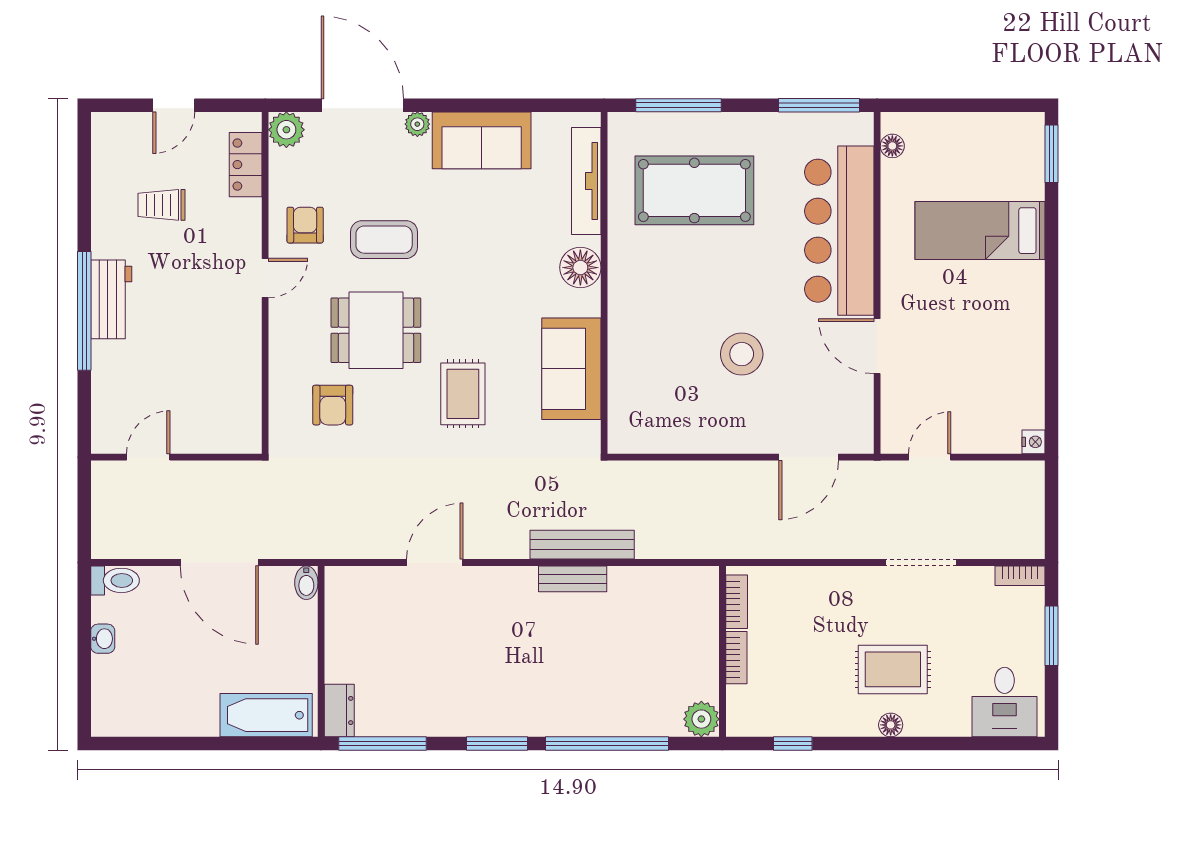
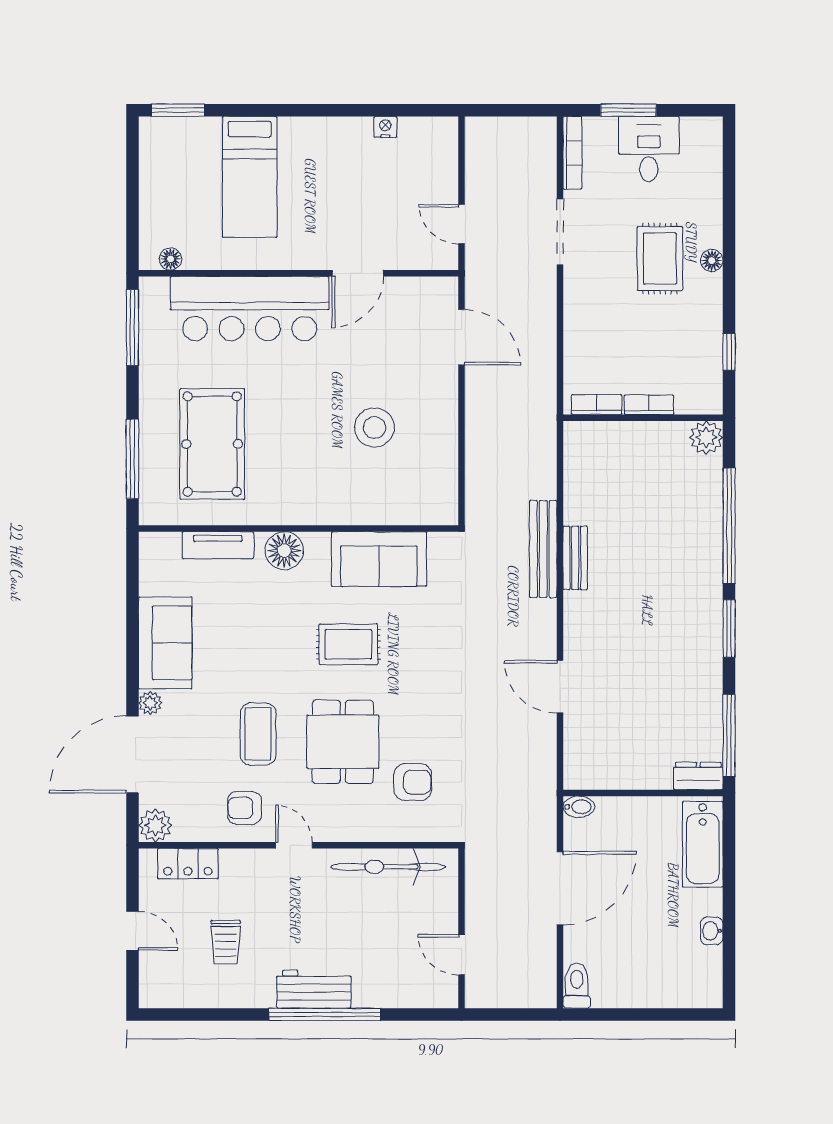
tv unit: (586, 181) -> (218, 545), width x0.71
stool: (742, 354) -> (375, 428), moved
bicycle: (242, 379) -> (388, 867), added
rug: (463, 394) -> (348, 644), moved
nightstand: (1034, 442) -> (385, 127), moved
bookcase: (1020, 576) -> (572, 153), width x1.56
washbasin: (103, 639) -> (712, 931), moved, turned -90
desk: (1005, 702) -> (649, 149), moved, turned -90

